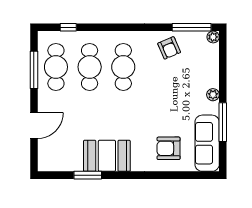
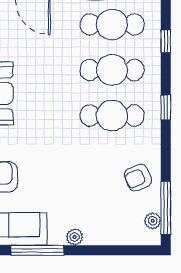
window: (117, 27) -> (166, 107), added
plant: (213, 37) -> (153, 221), moved

